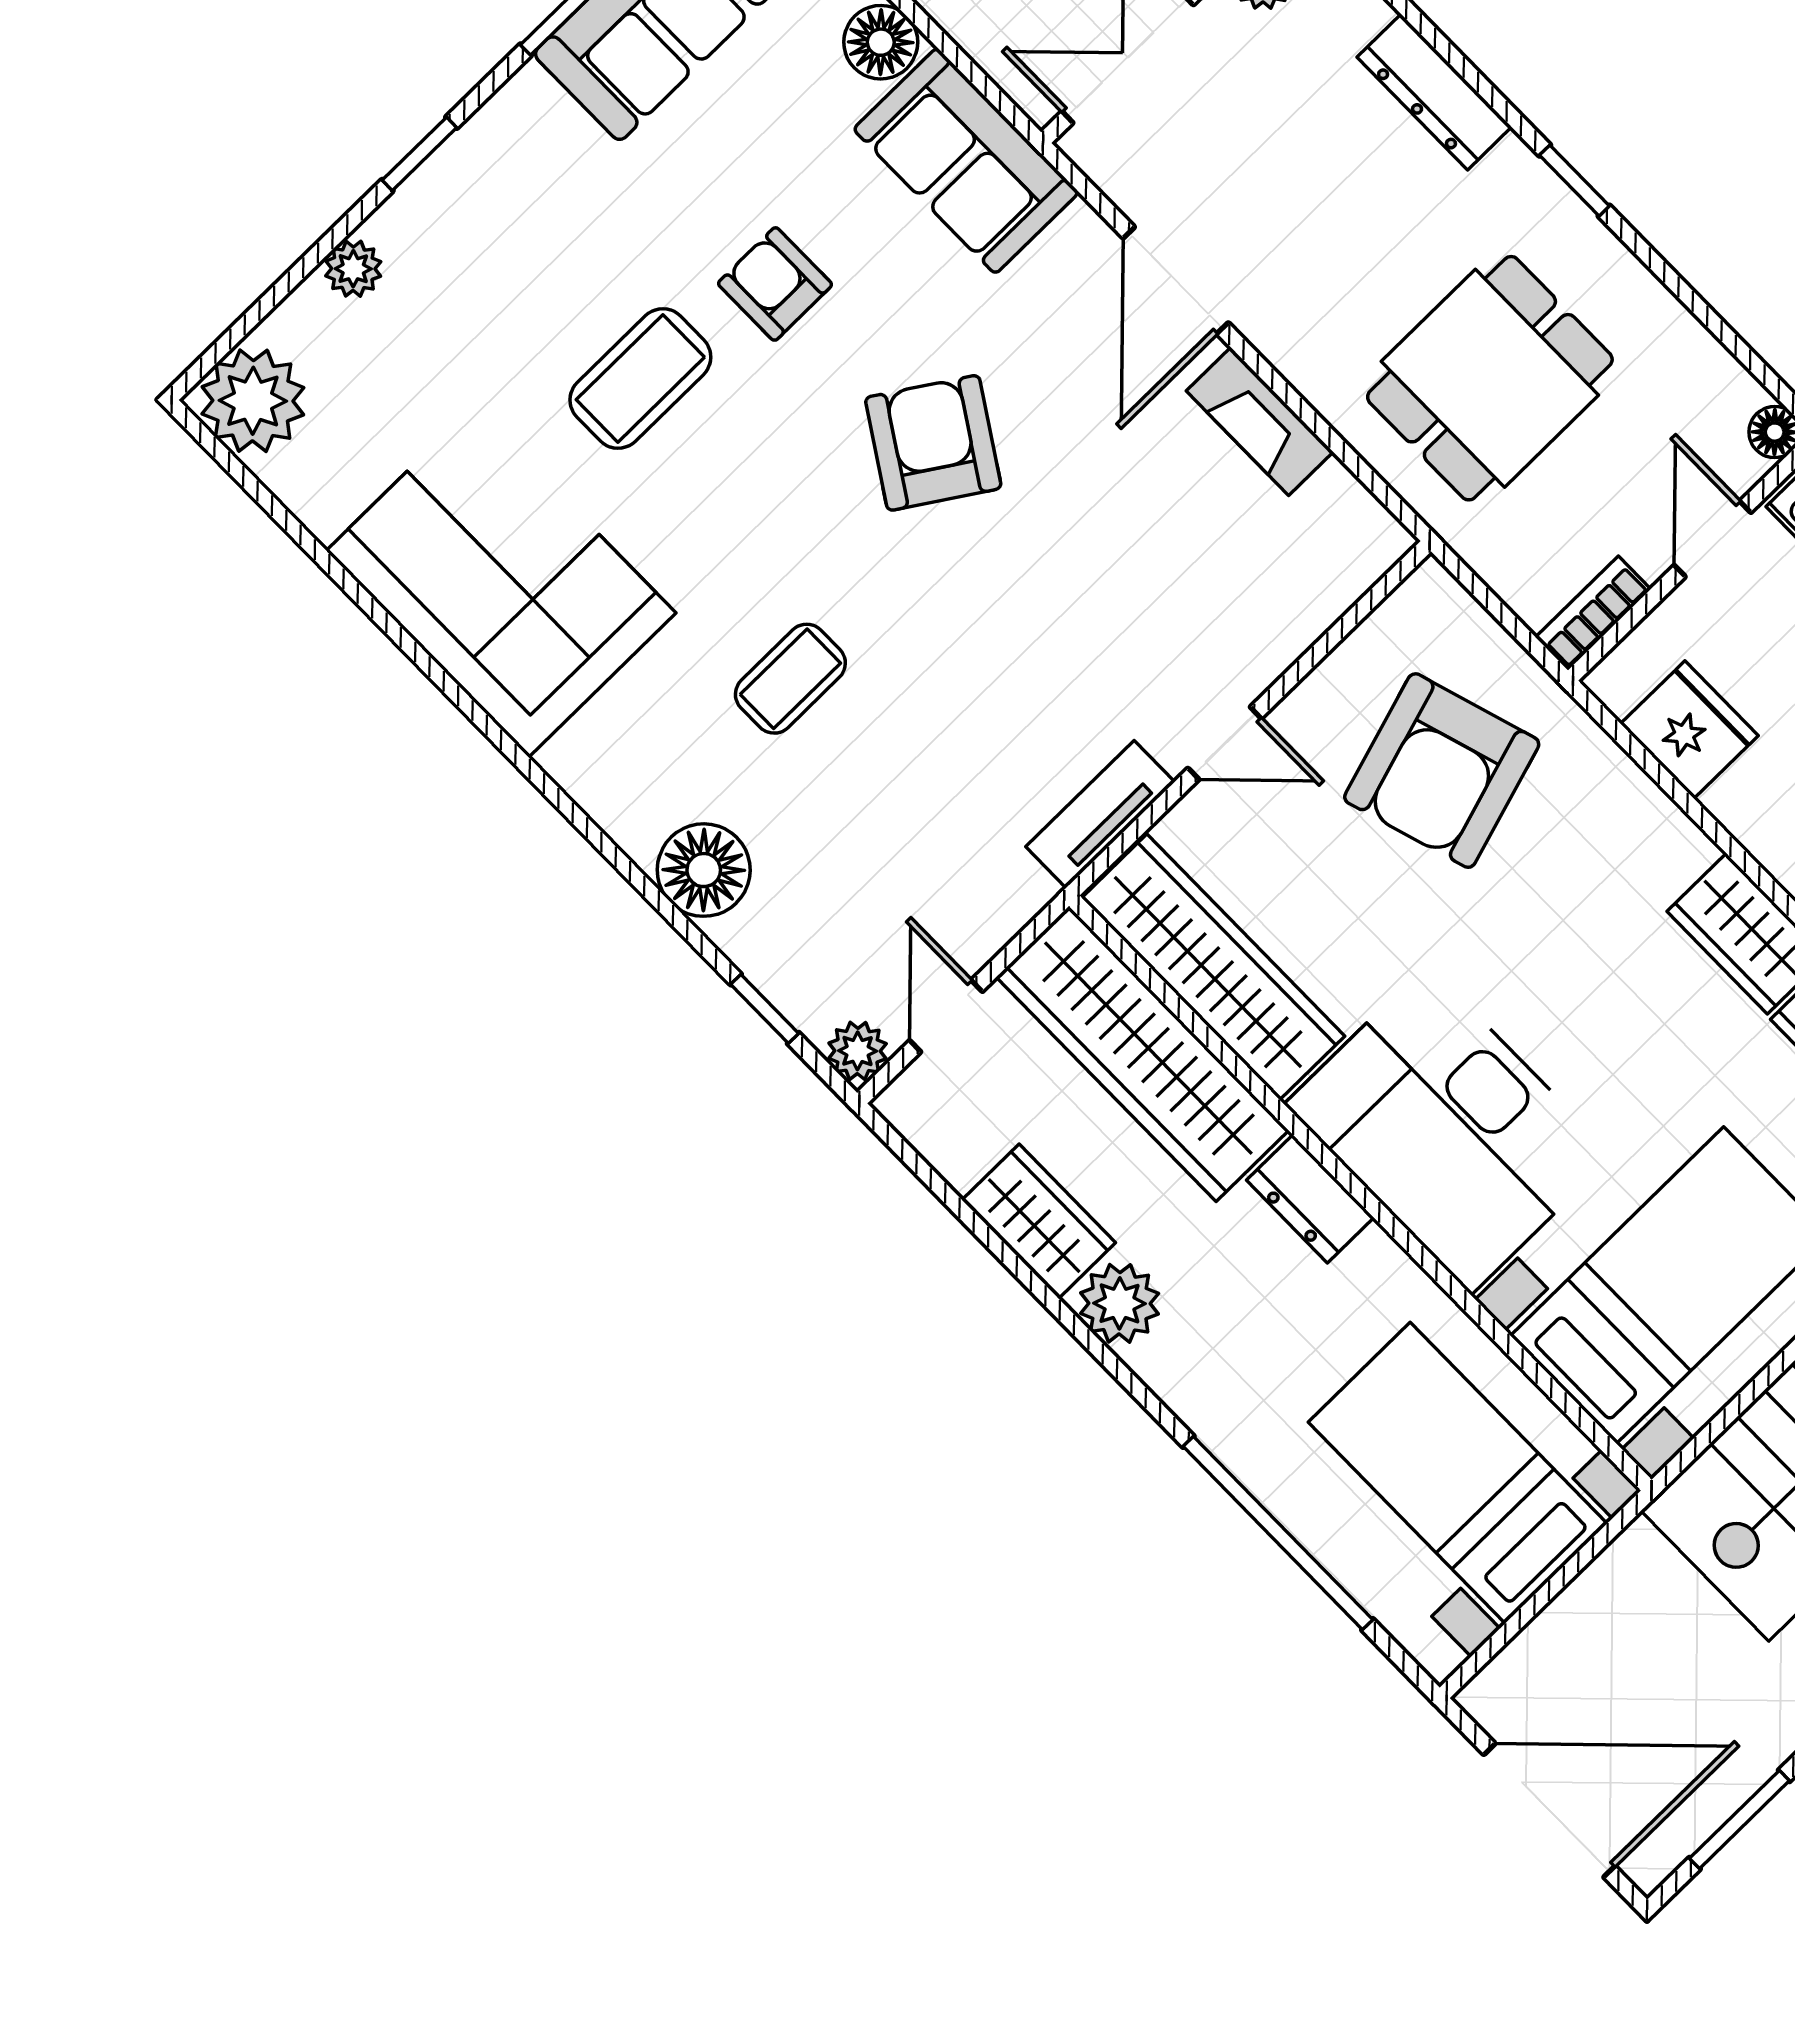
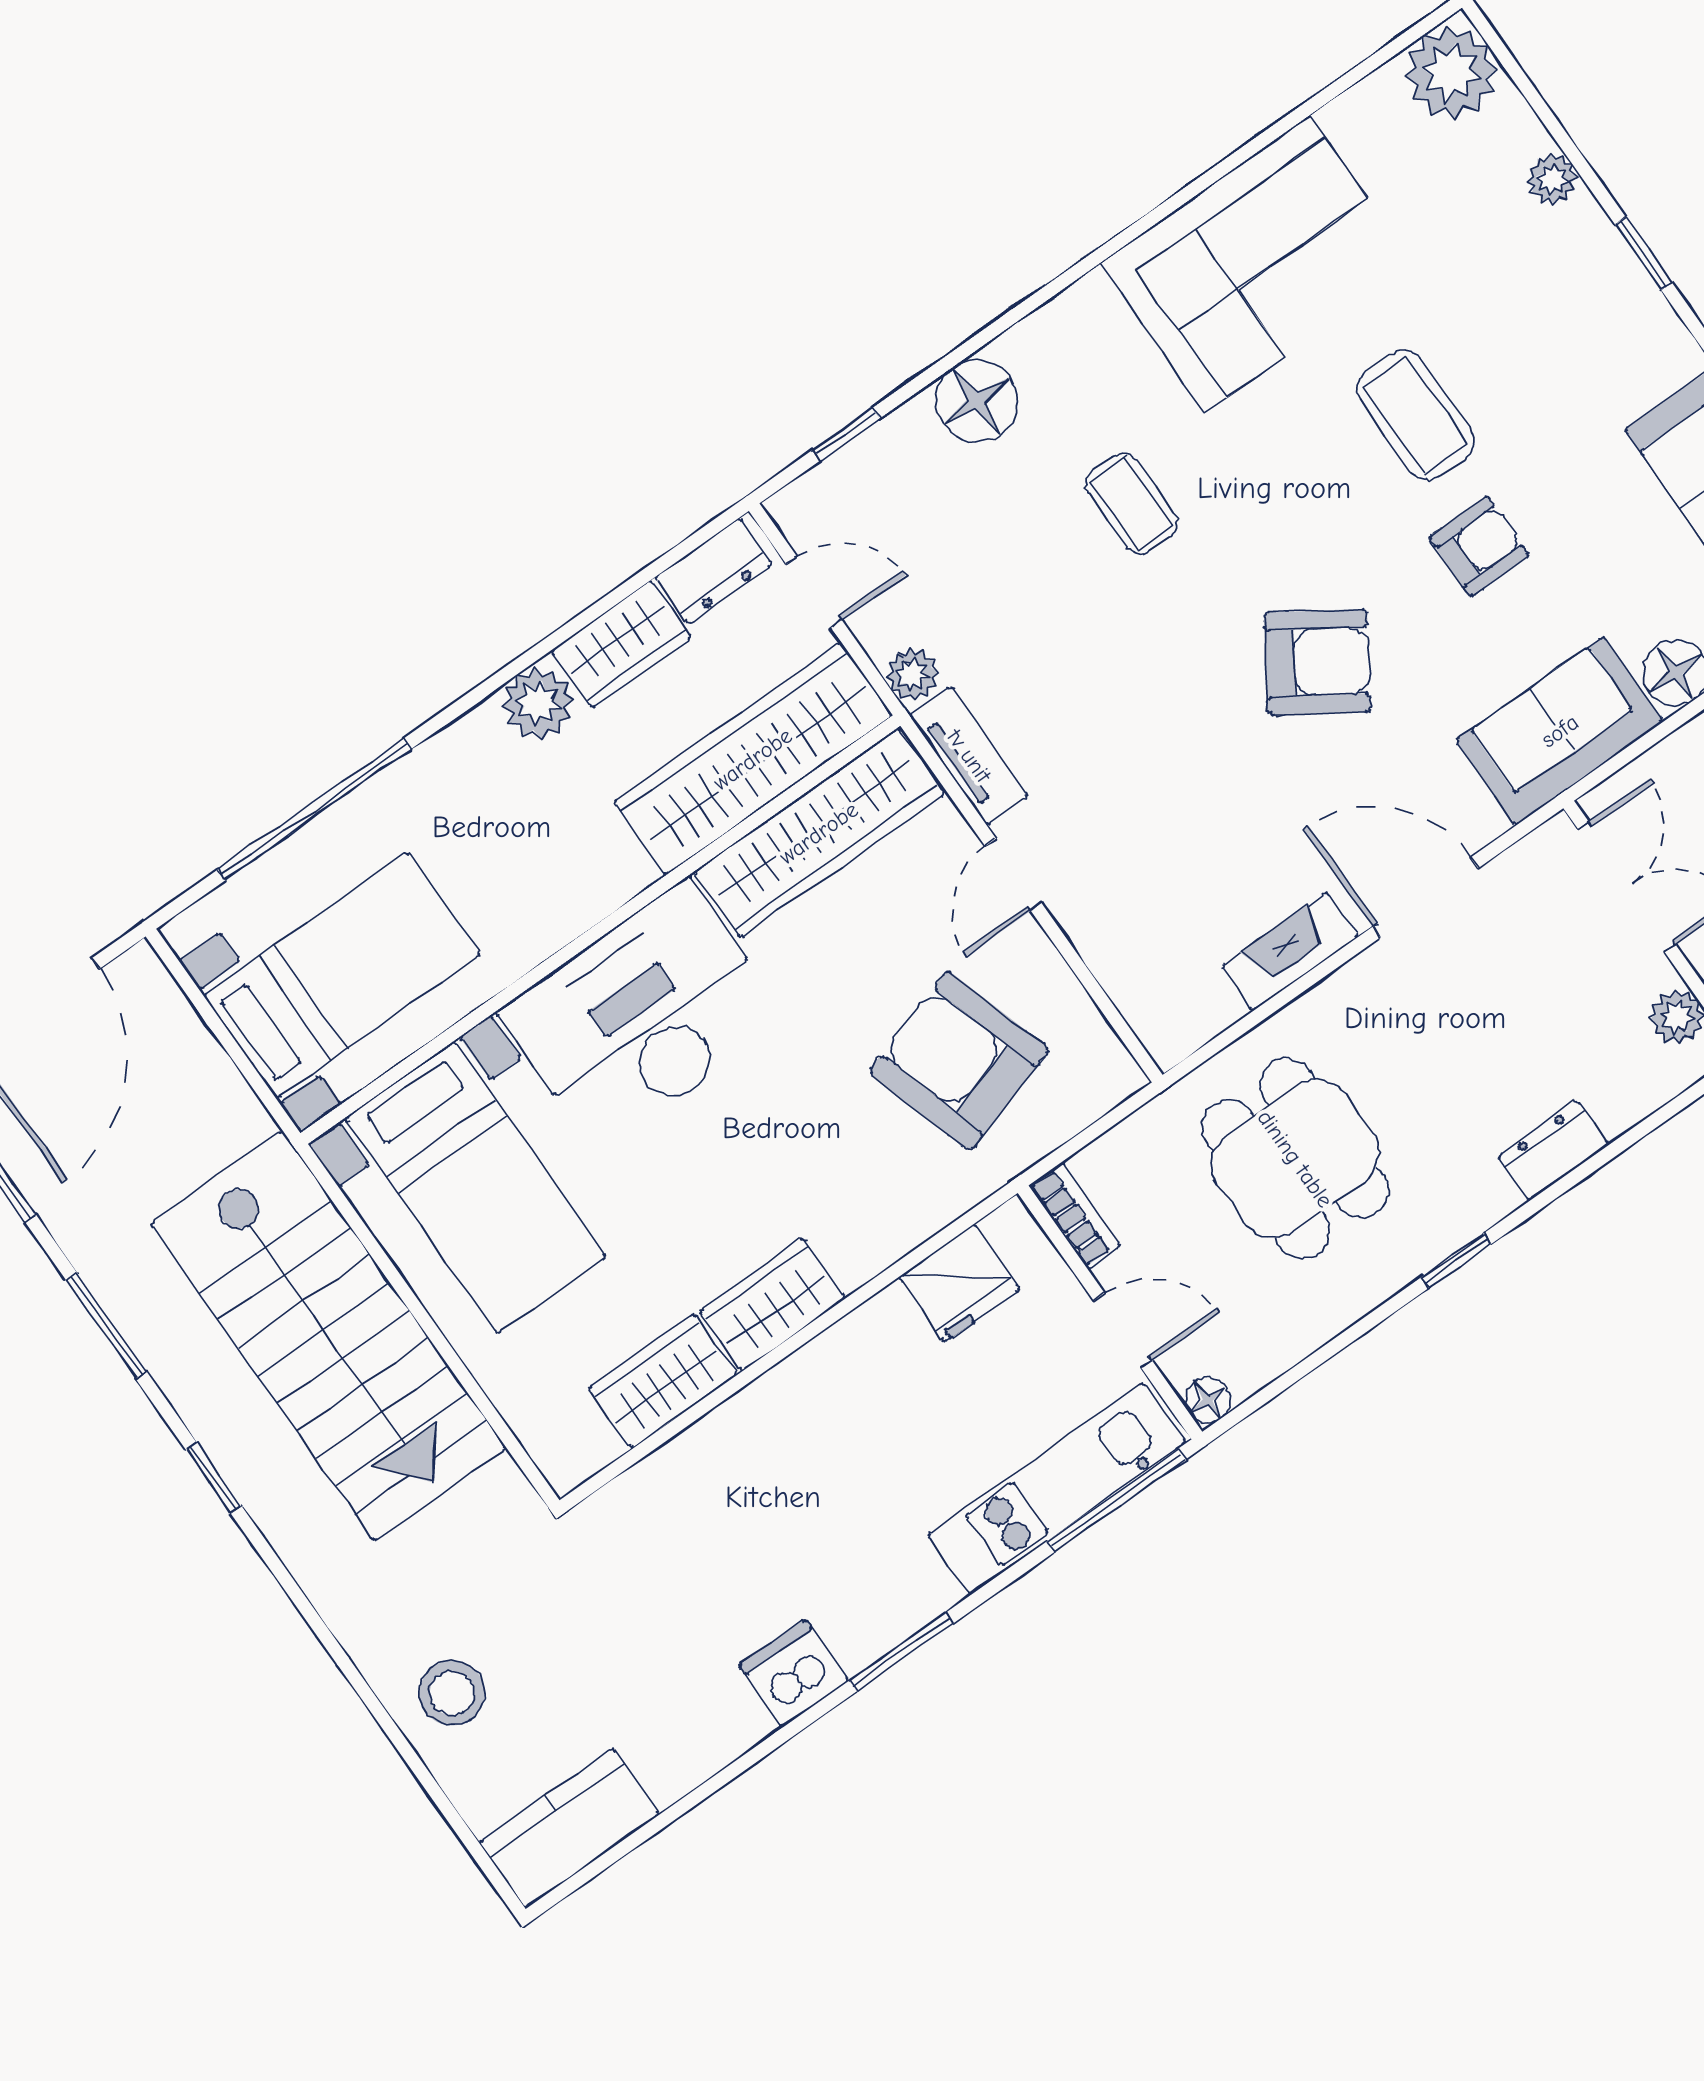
dresser: (1434, 92) -> (1554, 1150), width x0.70
plant: (858, 1051) -> (912, 675), moved
dresser: (1310, 1199) -> (714, 571), moved, turned 180

